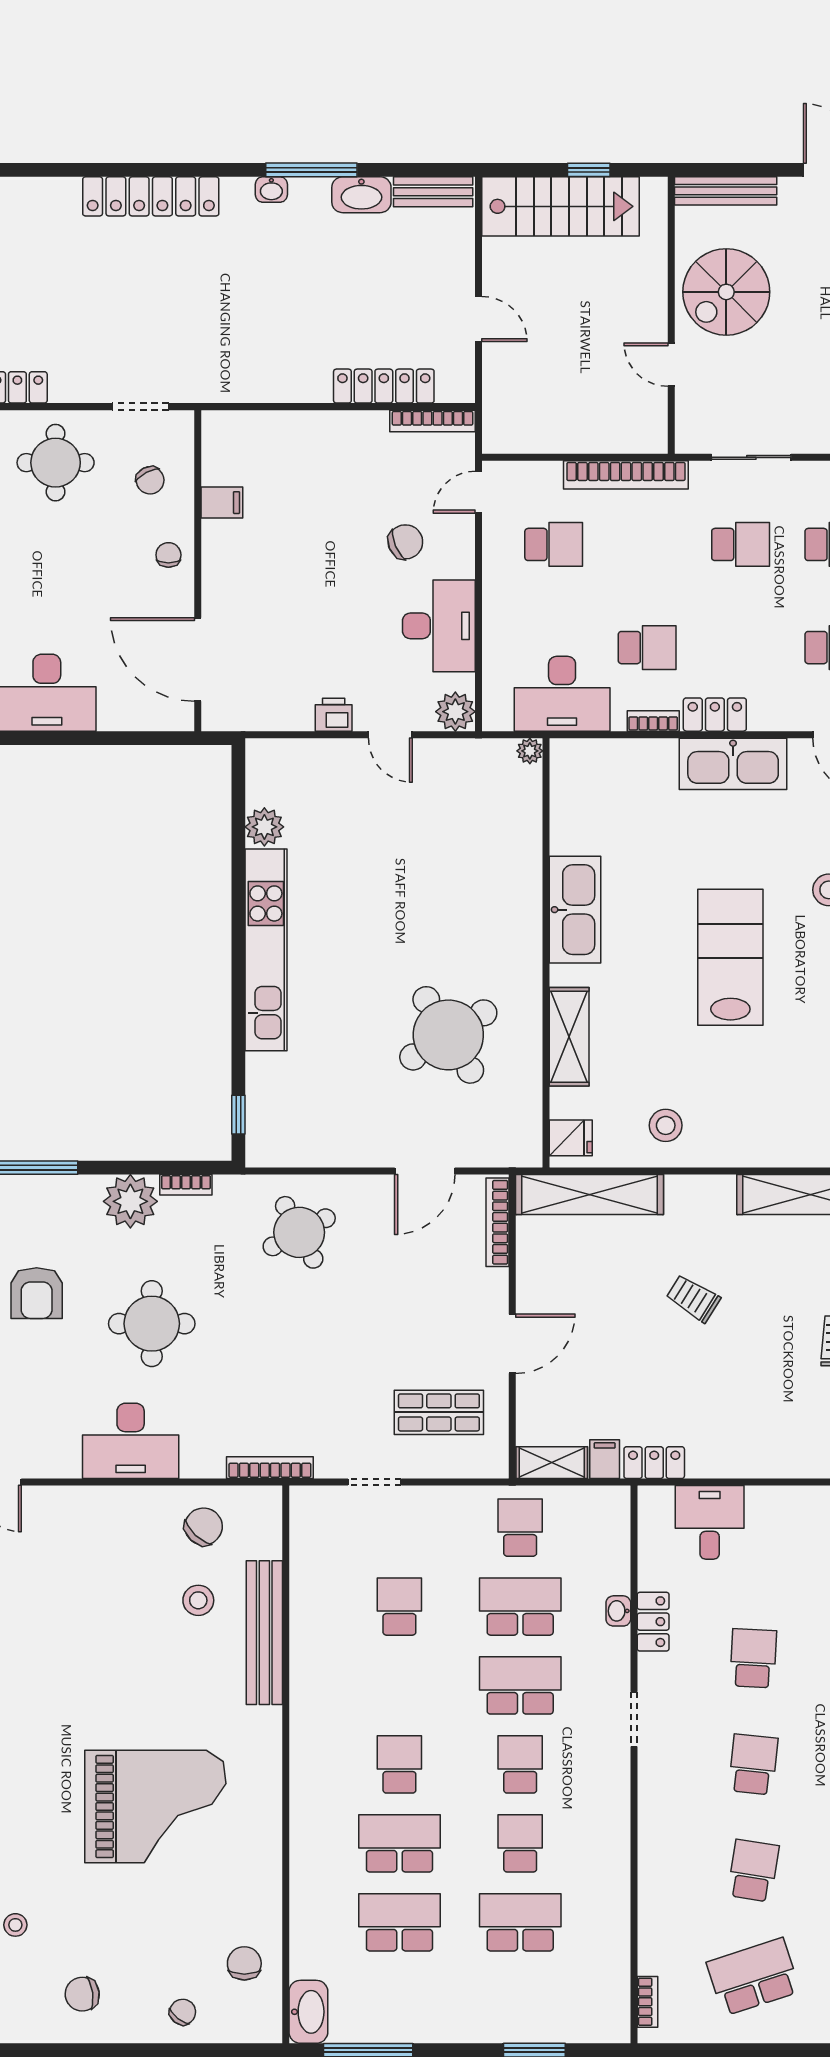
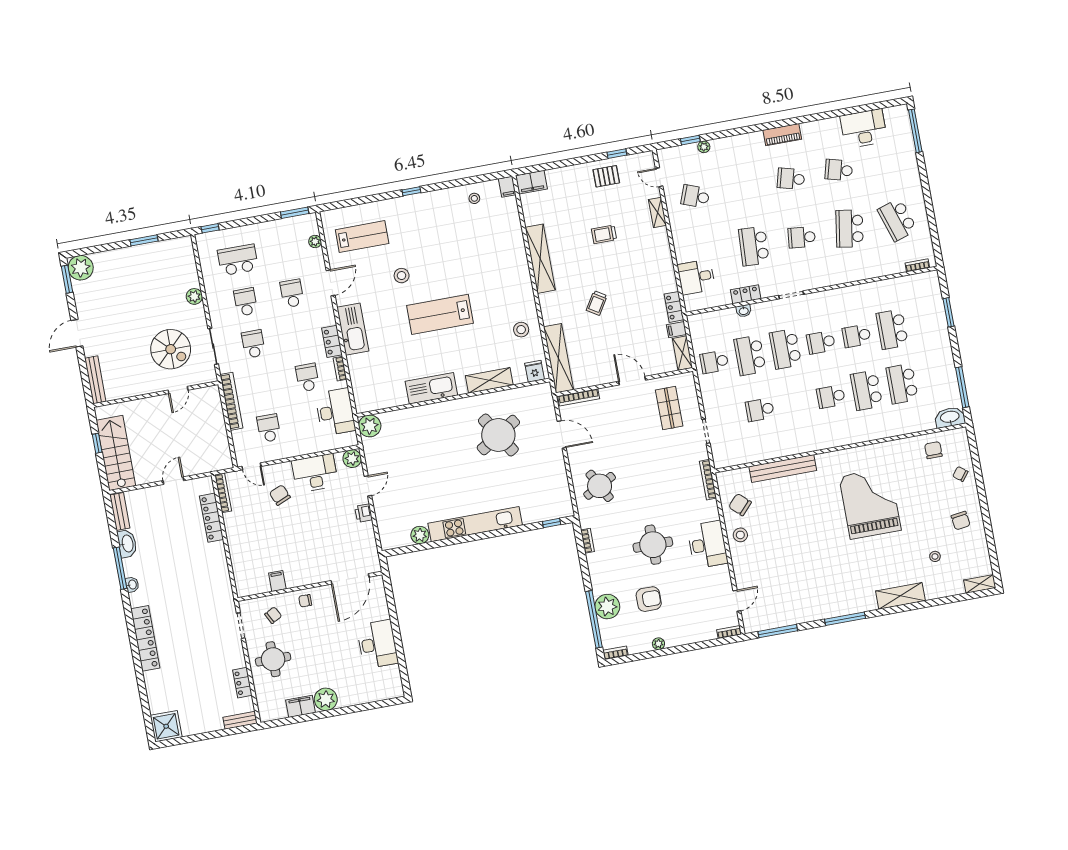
spiral stairs: (726, 292) -> (171, 349), moved
plant: (530, 751) -> (370, 426), width x1.88, depth x1.88
plant: (130, 1201) -> (607, 607), moved
stool: (198, 1600) -> (740, 535), moved
school desk: (753, 1658) -> (754, 246), width x1.85
school desk: (753, 1871) -> (850, 229), width x1.85
chair: (244, 1963) -> (933, 450), turned 90

